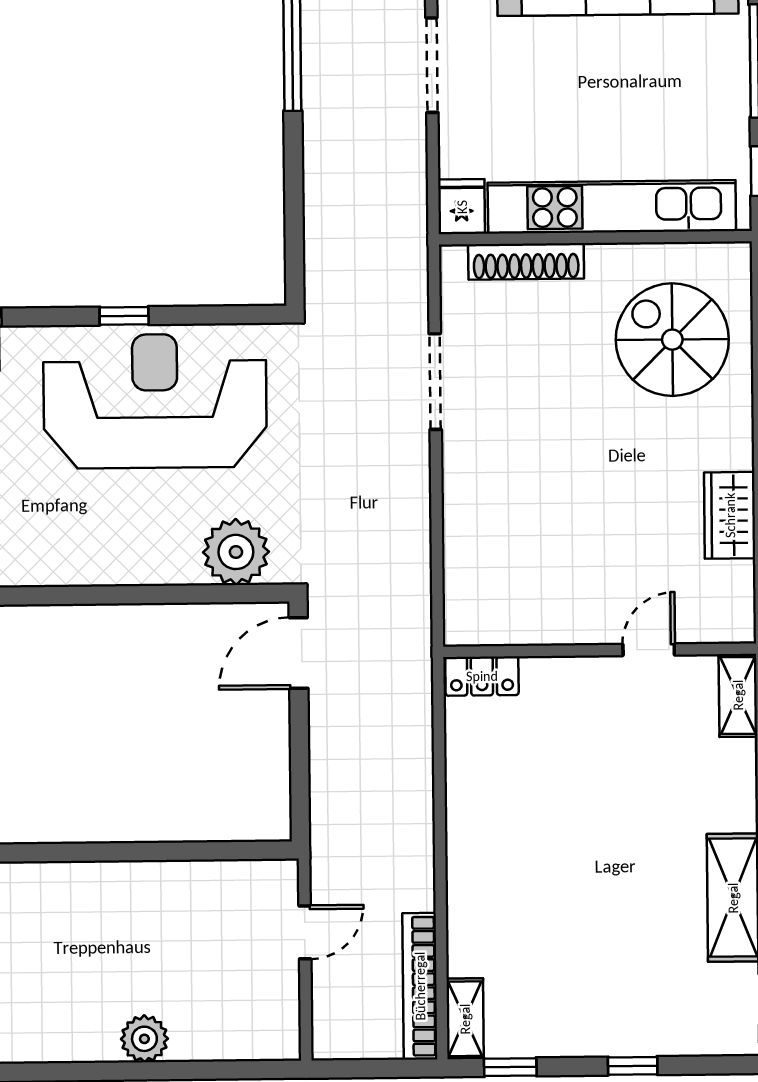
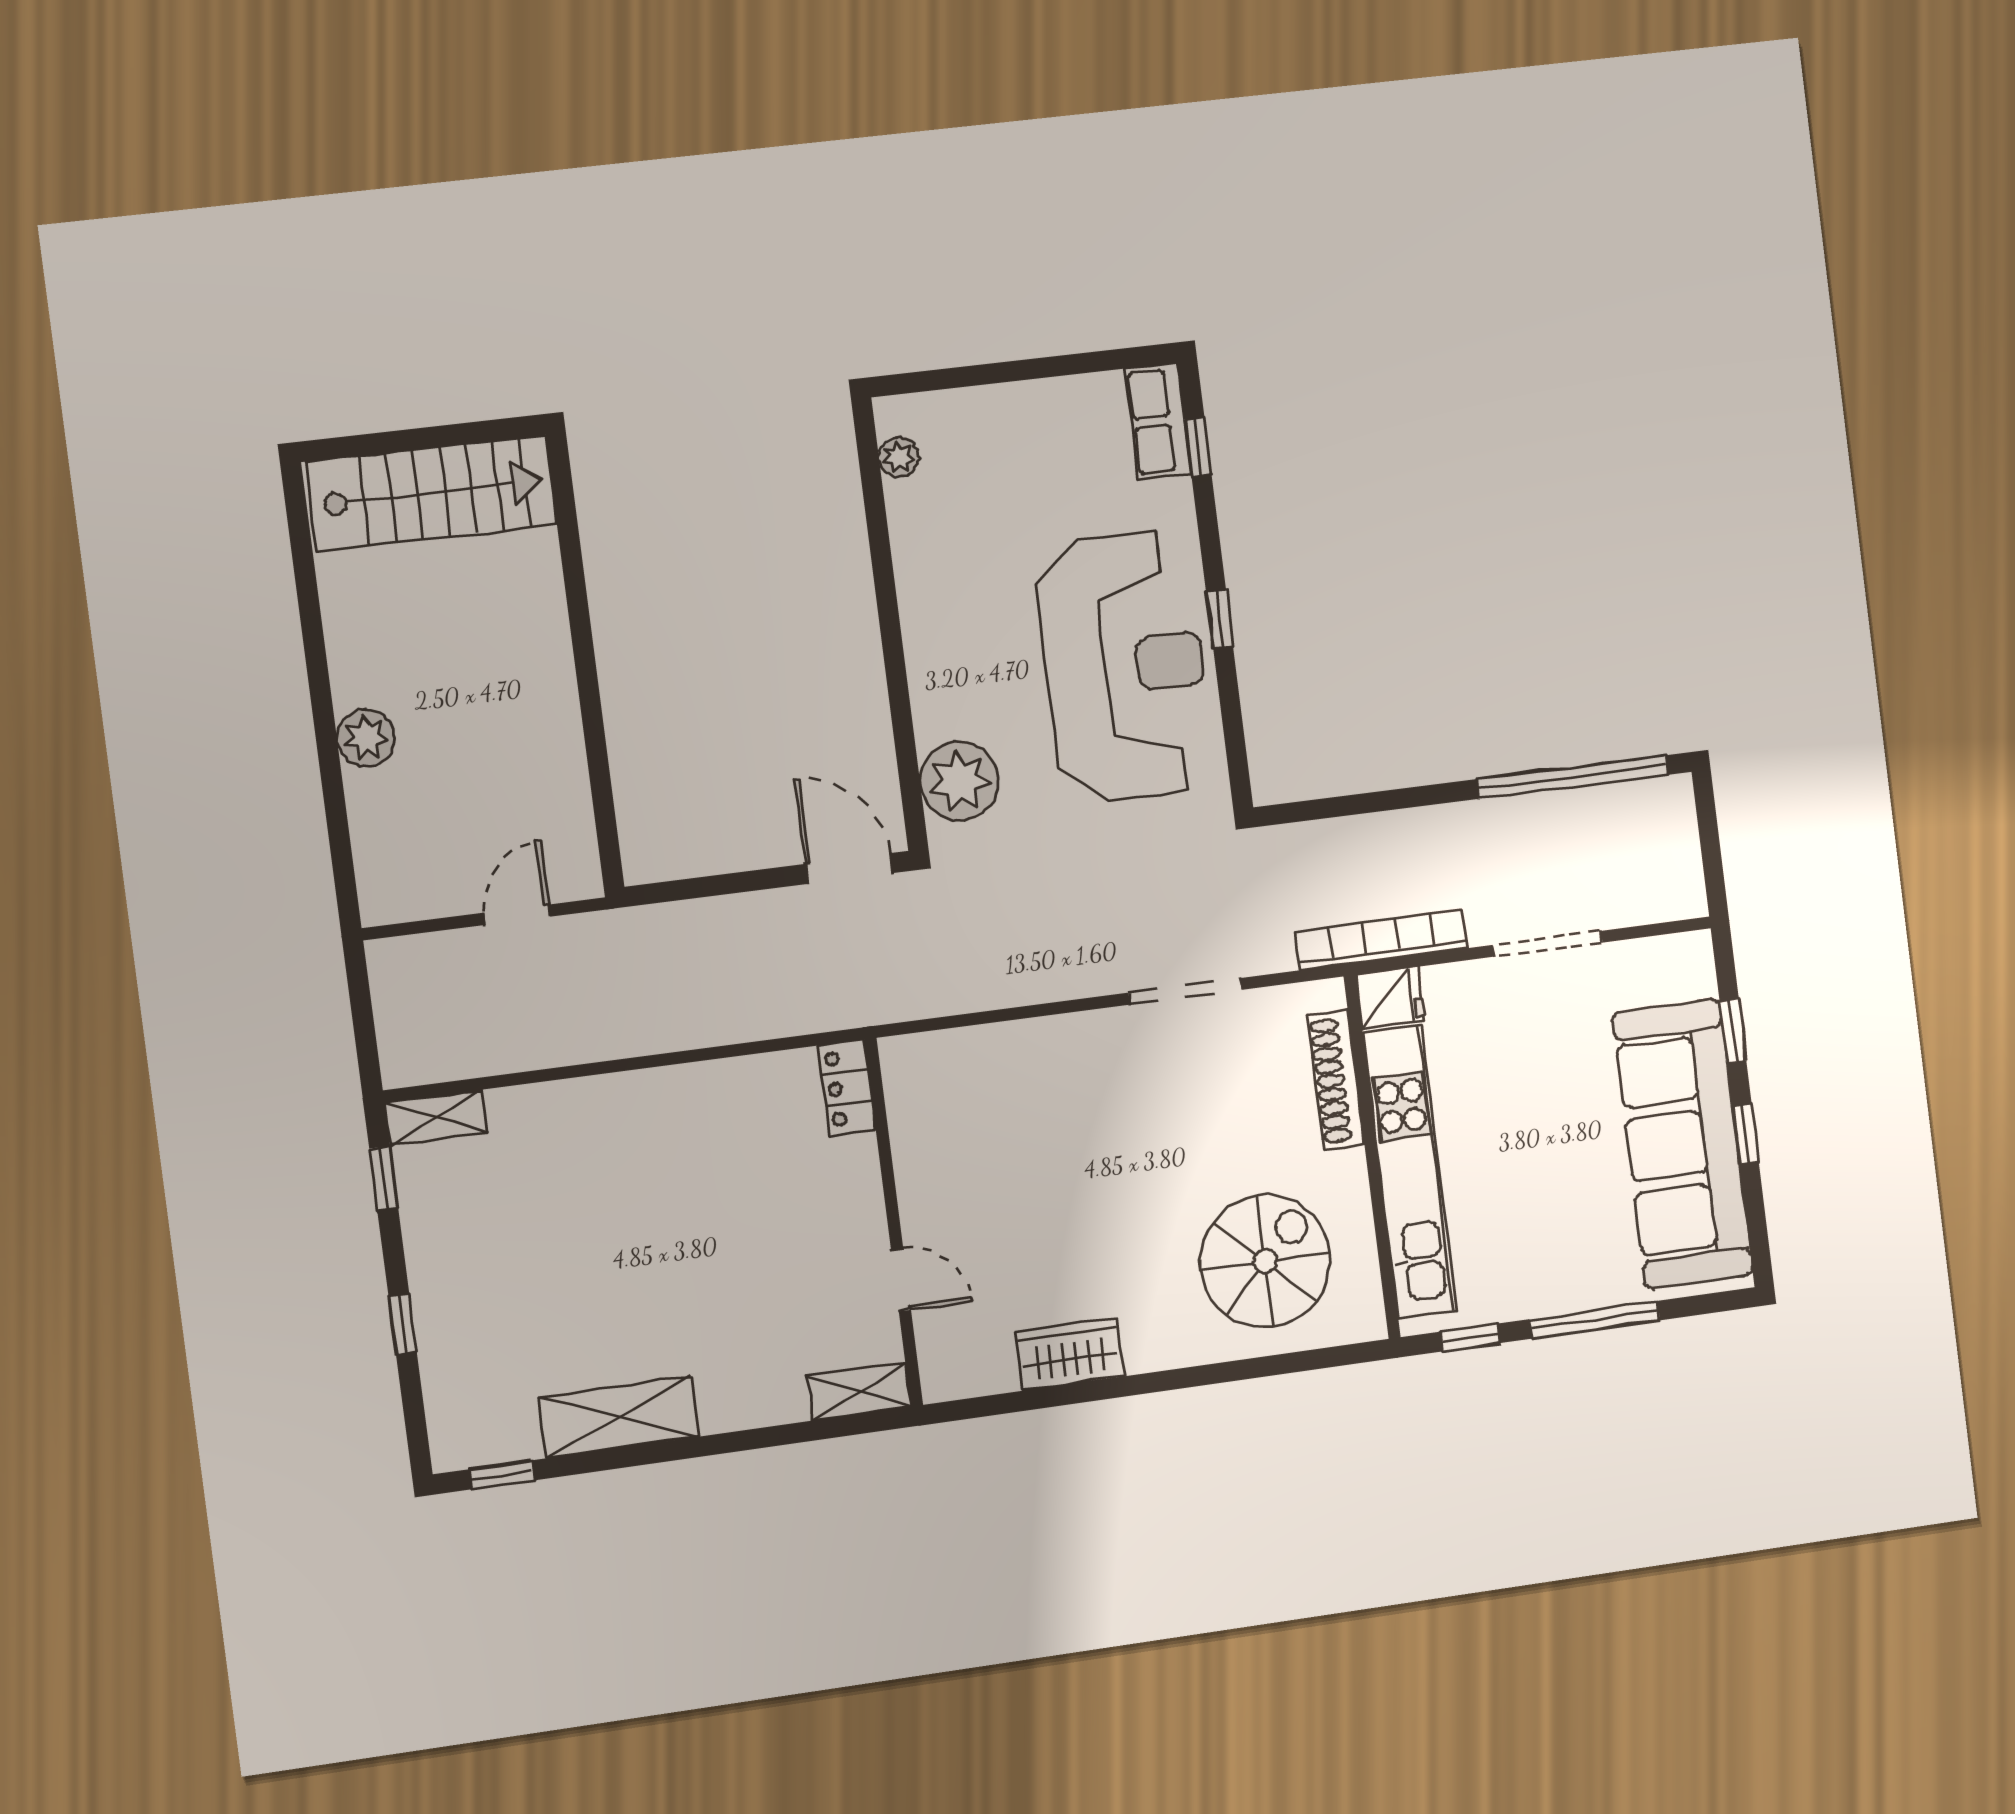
door: (305, 932) -> (517, 915), swing flipped
bookcase: (420, 986) -> (1381, 940), moved

